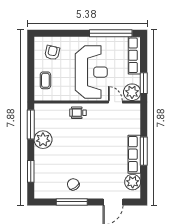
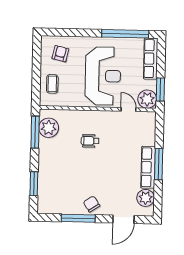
wheelchair: (78, 113) -> (90, 141), moved
plant: (43, 140) -> (49, 128), moved
chair: (73, 184) -> (92, 204), moved

